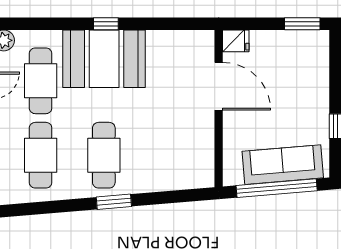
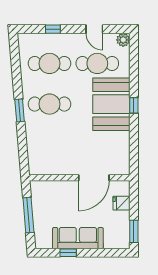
fridge: (236, 41) -> (122, 203), moved, turned 90
sofa: (283, 165) -> (78, 238), moved, turned -85
window: (277, 188) -> (28, 215), width x0.68

